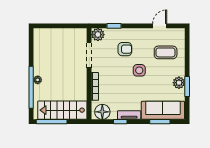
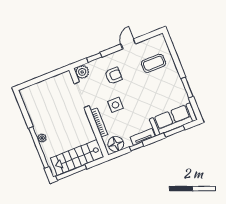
door: (160, 26) -> (128, 44), moved
side table: (139, 70) -> (115, 105), moved
plant: (179, 83) -> (178, 87), removed

